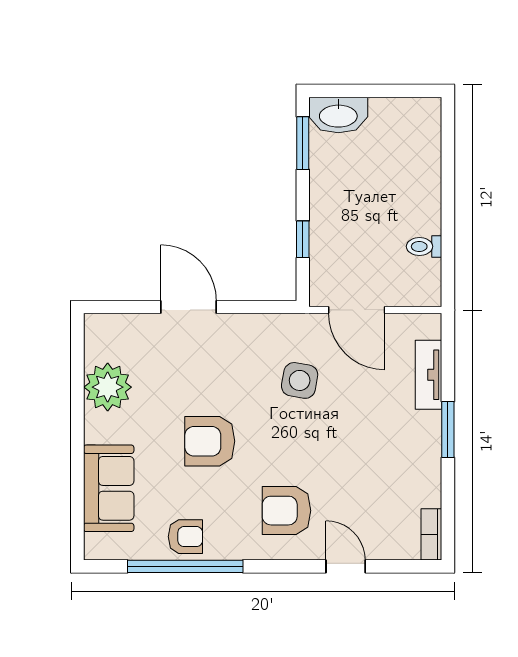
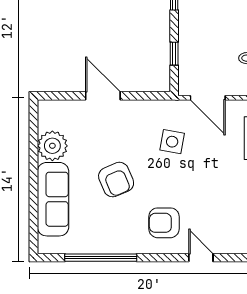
armchair: (210, 441) -> (116, 180), turned -113
sofa: (109, 488) -> (53, 199), width x1.36
armchair: (185, 537) -> (101, 239), removed

